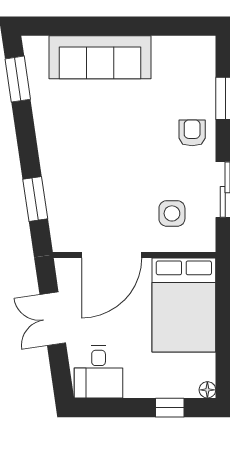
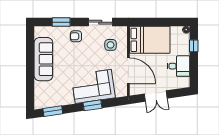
sofa: (100, 57) -> (43, 59), moved
corner sofa: (75, 173) -> (93, 86), added
window: (35, 199) -> (93, 105), moved
desk: (99, 372) -> (179, 66), moved

